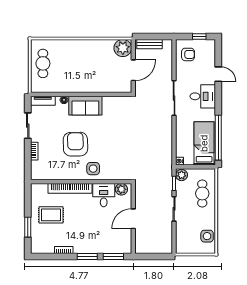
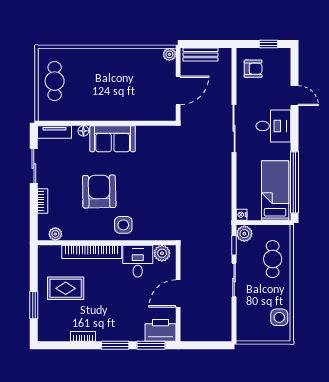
plant: (123, 48) -> (169, 54), width x0.53, depth x0.53
plant: (43, 175) -> (55, 234), added
printer: (120, 246) -> (161, 330), added

